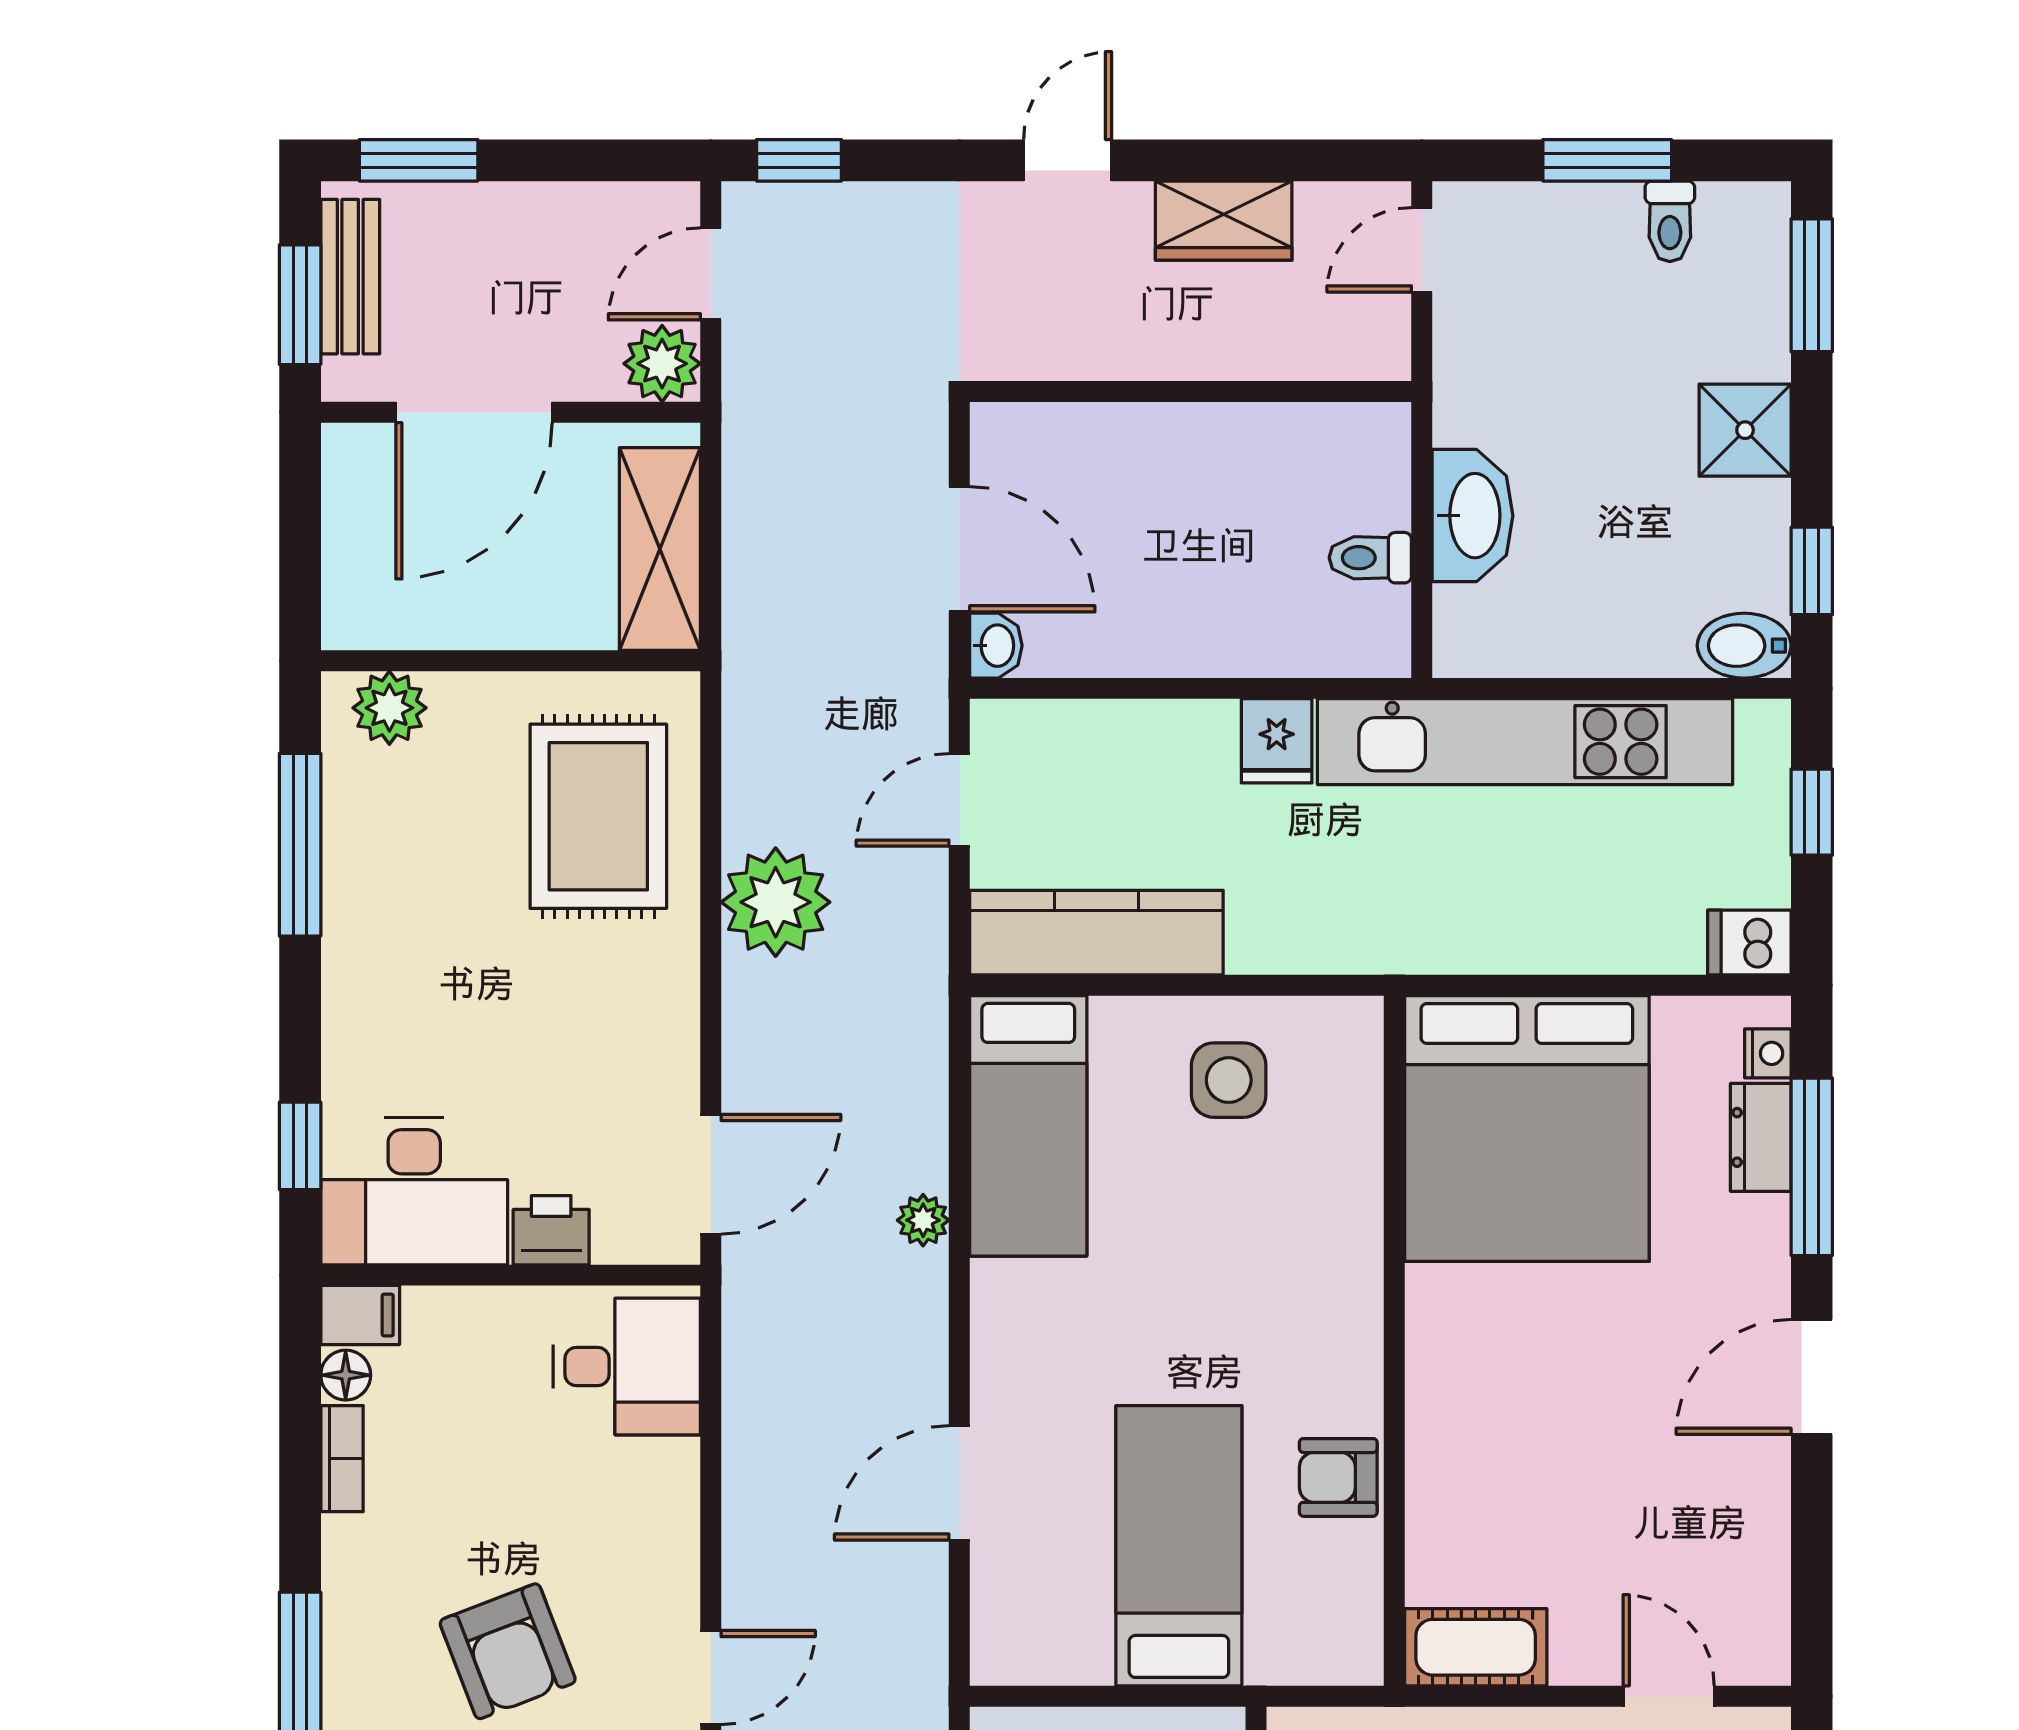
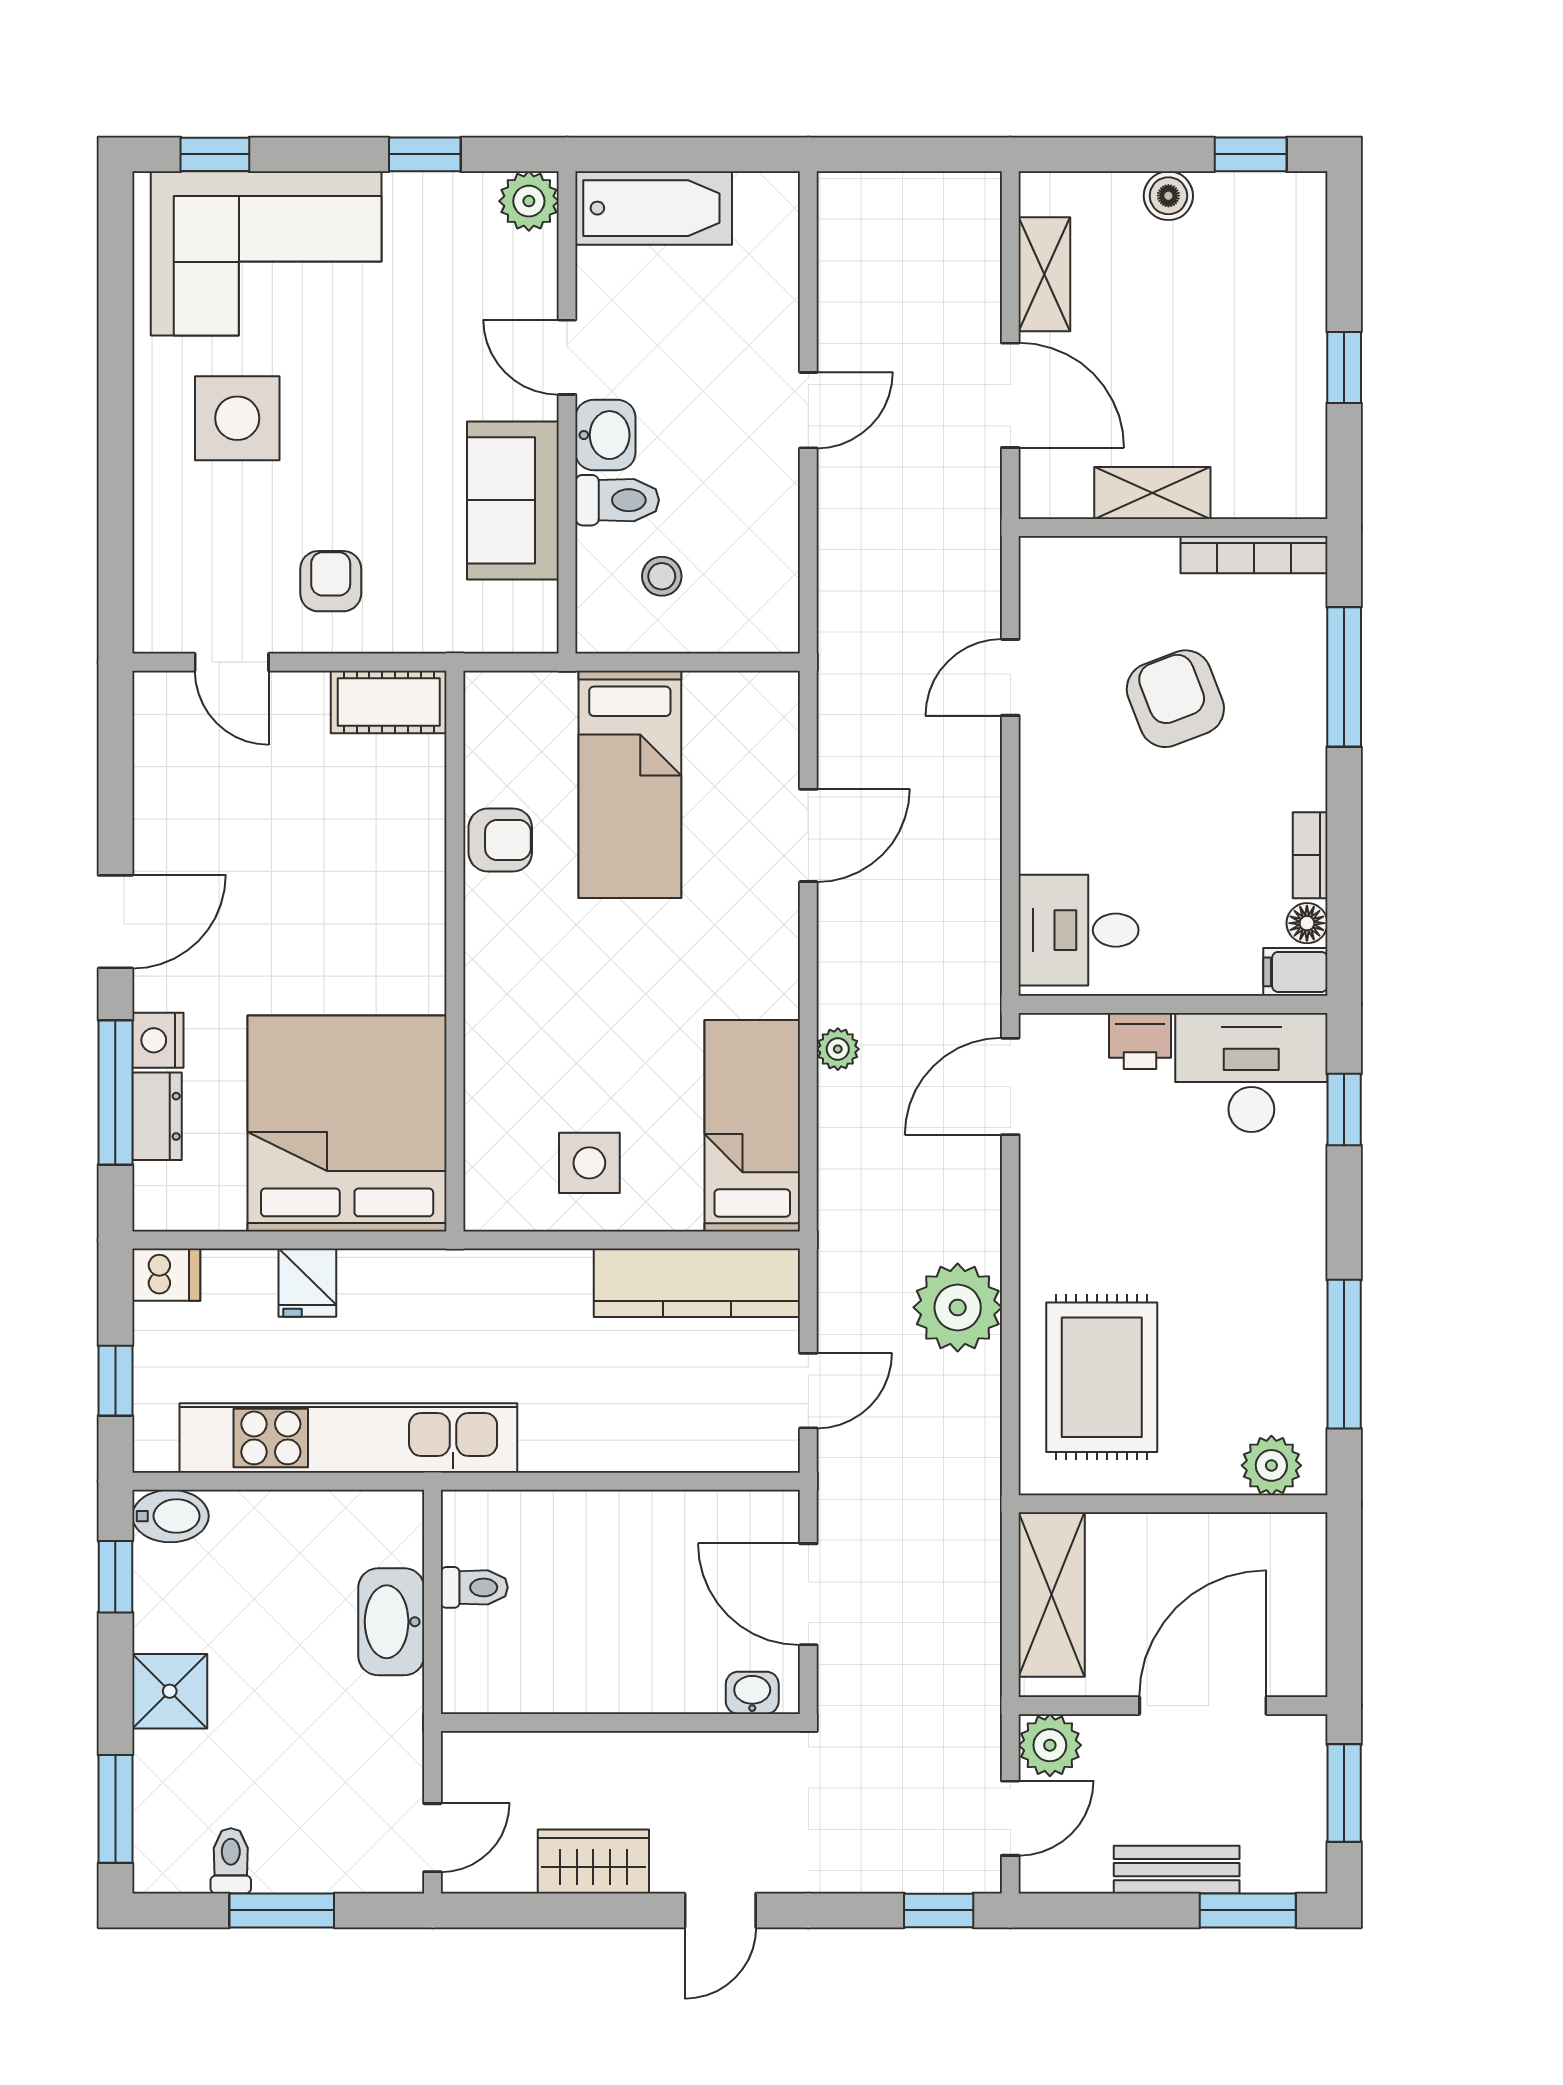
bench: (350, 277) -> (1177, 1870), moved, turned 90
washbasin: (996, 646) -> (752, 1693), moved, turned 90
fridge: (1277, 741) -> (307, 1283), moved, turned 180
nightstand: (1768, 1053) -> (158, 1040), moved, width x1.39, depth x1.35

